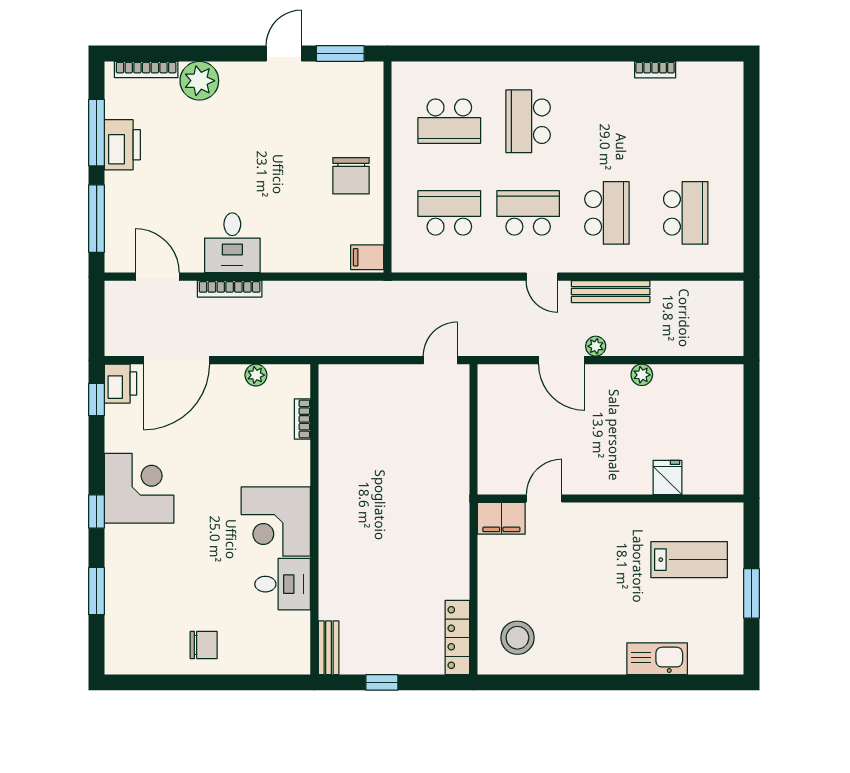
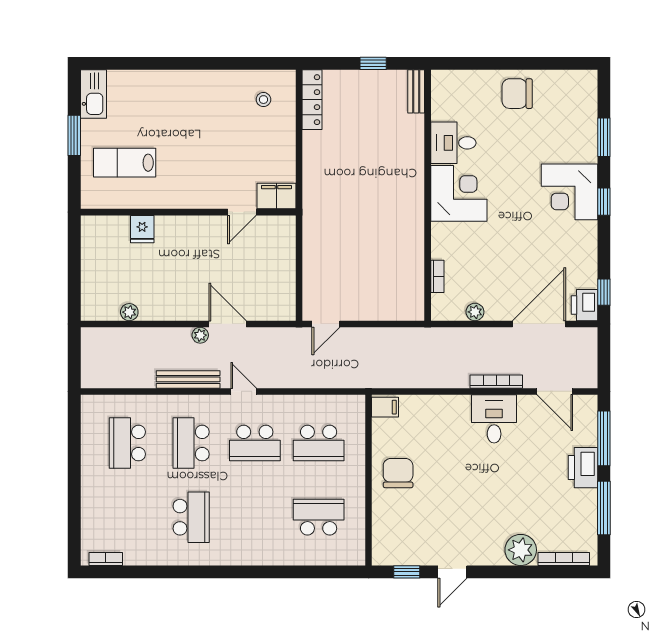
window: (340, 54) -> (407, 572), width x0.67
bookcase: (655, 70) -> (106, 559), moved
school desk: (528, 121) -> (191, 517), moved
printer: (122, 145) -> (583, 468), moved
plant: (642, 375) -> (129, 312), moved
corner desk: (139, 488) -> (569, 192), moved
stool: (517, 638) -> (263, 100), width x0.53, depth x0.53
chair: (204, 645) -> (517, 94), width x1.37, depth x1.37
kitchen sink: (657, 659) -> (93, 94), moved, turned -90

